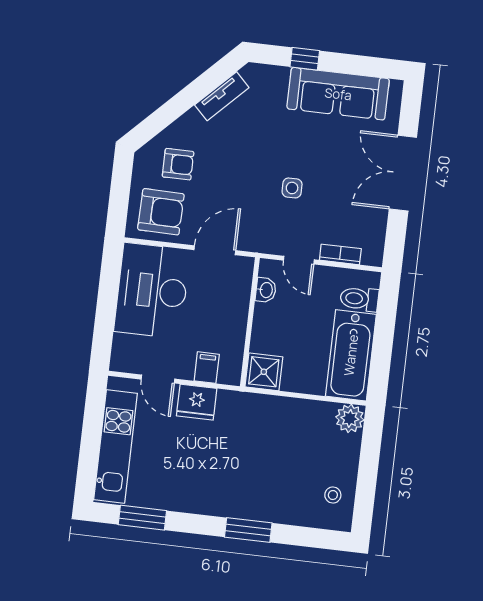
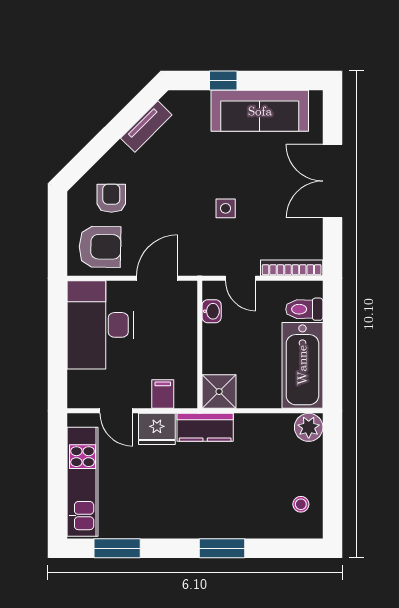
armchair: (178, 164) -> (111, 198), turned -90
bookcase: (340, 254) -> (292, 268), width x1.56
kitchen counter: (246, 406) -> (205, 427), added

